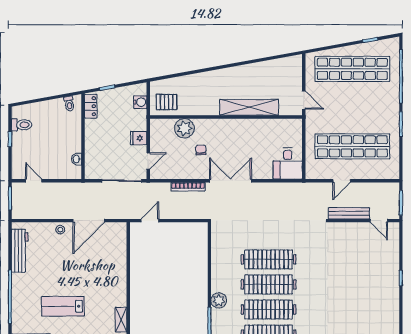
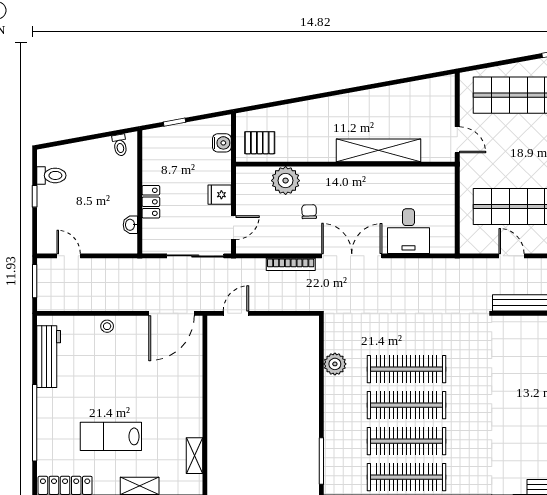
locker: (91, 106) -> (151, 202), moved
desk: (288, 163) -> (408, 231), moved
door: (342, 181) -> (512, 256), swing flipped
door: (89, 221) -> (172, 313), moved
plant: (219, 300) -> (335, 364), moved

